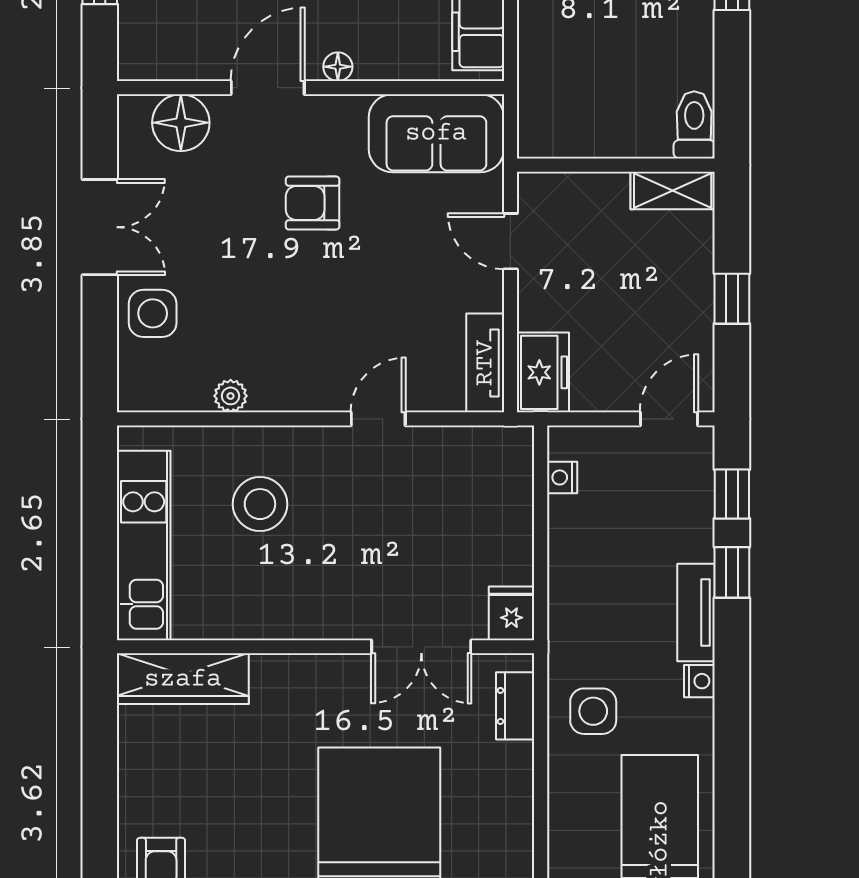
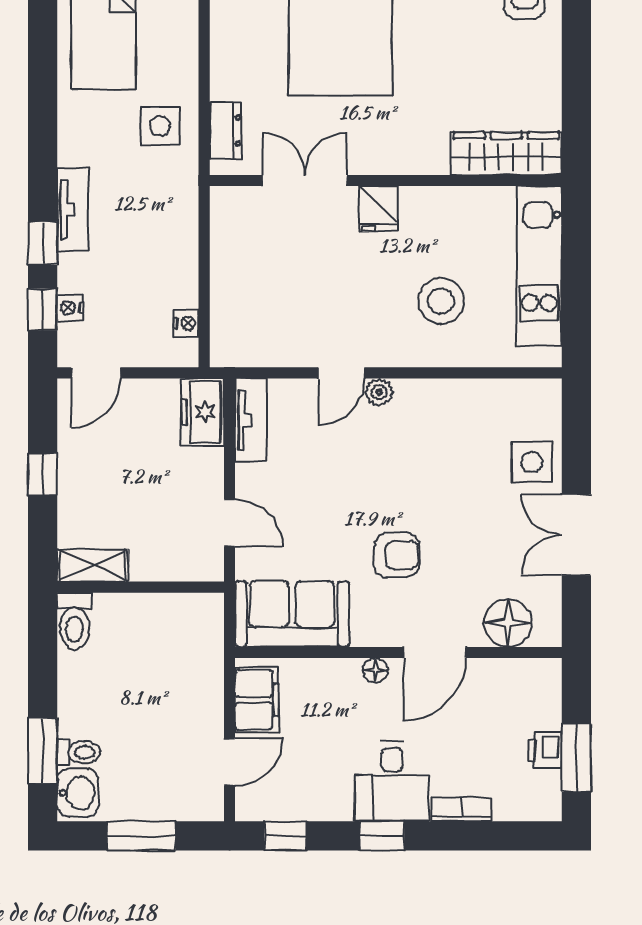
plant: (231, 396) -> (379, 392), moved
fridge: (511, 613) -> (379, 209), moved
nightstand: (699, 681) -> (70, 308), moved

